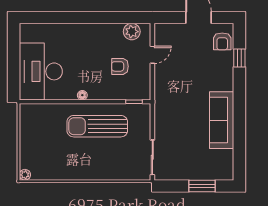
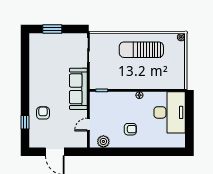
armchair: (222, 41) -> (43, 113), moved
armchair: (120, 66) -> (130, 129), moved
sofa: (222, 120) -> (78, 89), moved, turned 180
sun lounger: (97, 126) -> (141, 50), moved, turned 180

